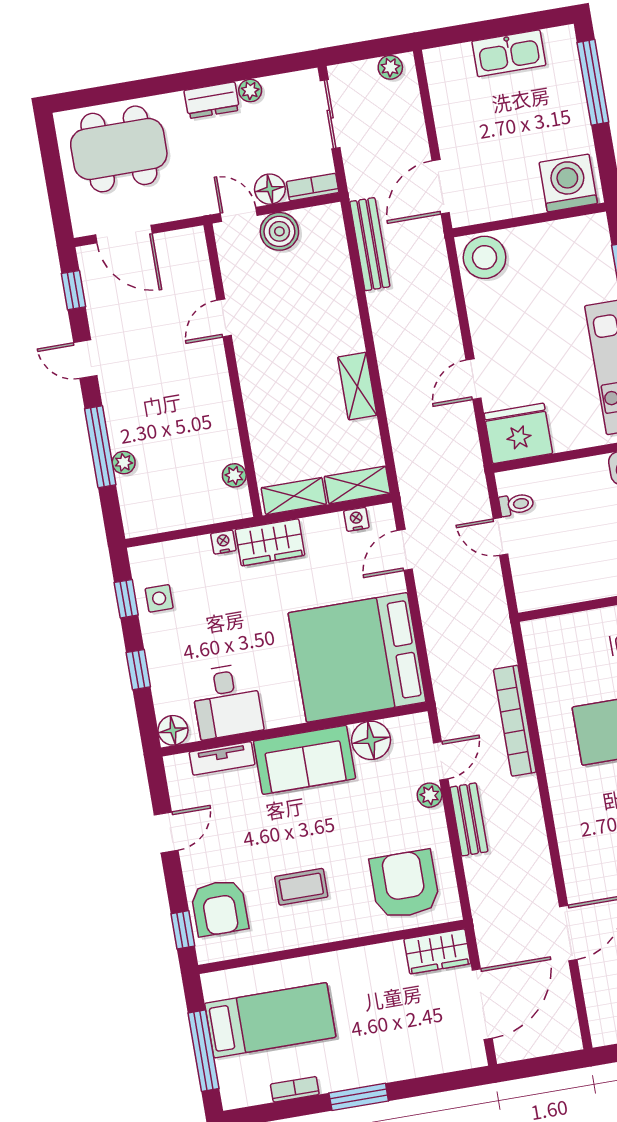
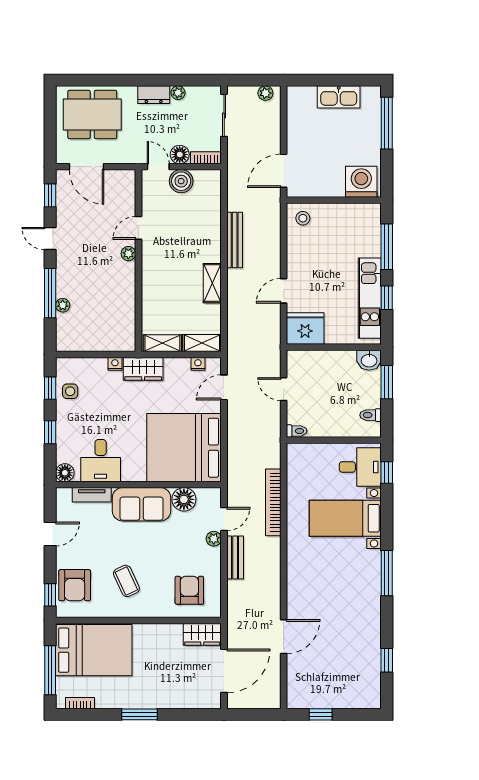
bench: (370, 244) -> (235, 240), moved
stool: (485, 257) -> (303, 218), width x0.53, depth x0.53
plant: (234, 475) -> (128, 254), moved
toilet: (516, 504) -> (297, 431), moved
armchair: (405, 884) -> (189, 590), width x0.73, depth x0.73
coffee table: (301, 887) -> (126, 581), turned 65
bed: (270, 1020) -> (94, 650), width x1.50
bookcase: (295, 1089) -> (80, 703), moved

